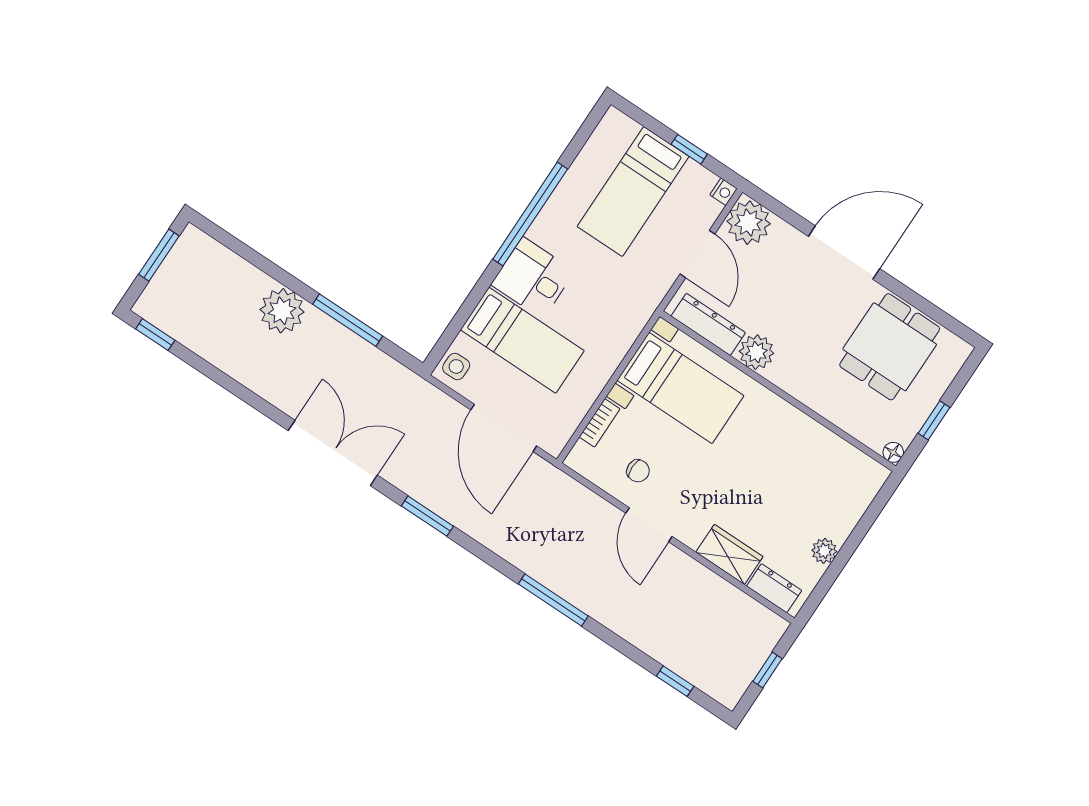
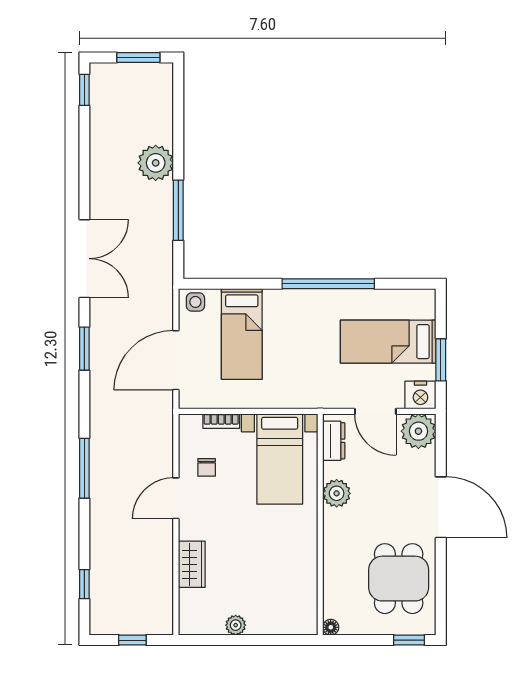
window: (689, 149) -> (441, 360), width x1.50
nightstand: (724, 192) -> (420, 395), width x1.89, depth x1.79
door: (697, 254) -> (375, 411), hinge flipped
desk: (533, 278) -> (287, 314), removed
dresser: (708, 324) -> (334, 441), width x0.70
dining table: (890, 347) -> (399, 579), turned 90
window: (934, 420) -> (409, 640), moved
dresser: (774, 588) -> (189, 609), removed

